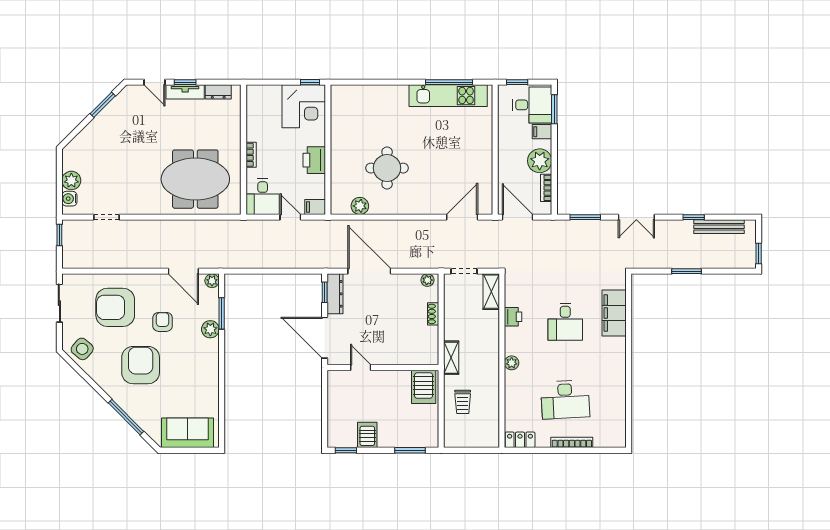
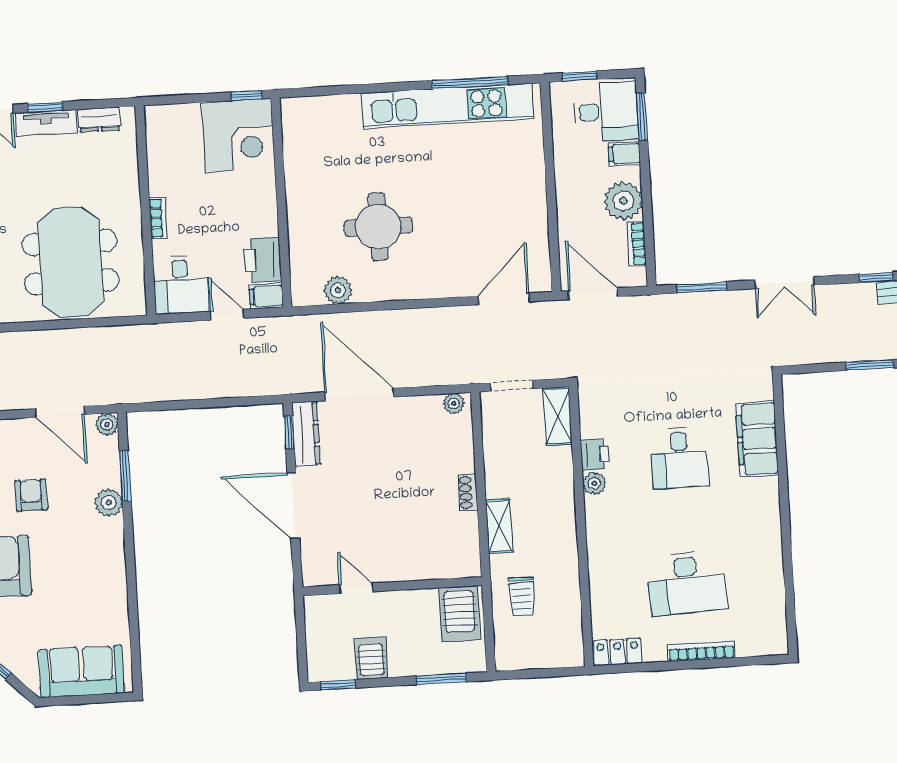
kitchen unit: (448, 96) -> (447, 106), width x1.36
printer: (314, 160) -> (262, 260), moved
meeting table: (195, 179) -> (71, 262), turned 90
shoe rack: (433, 314) -> (468, 492), moved
plant: (512, 363) -> (594, 483), moved
door: (361, 367) -> (356, 588), moved
wall: (383, 367) -> (392, 586), moved
server rack: (424, 387) -> (460, 614), moved

